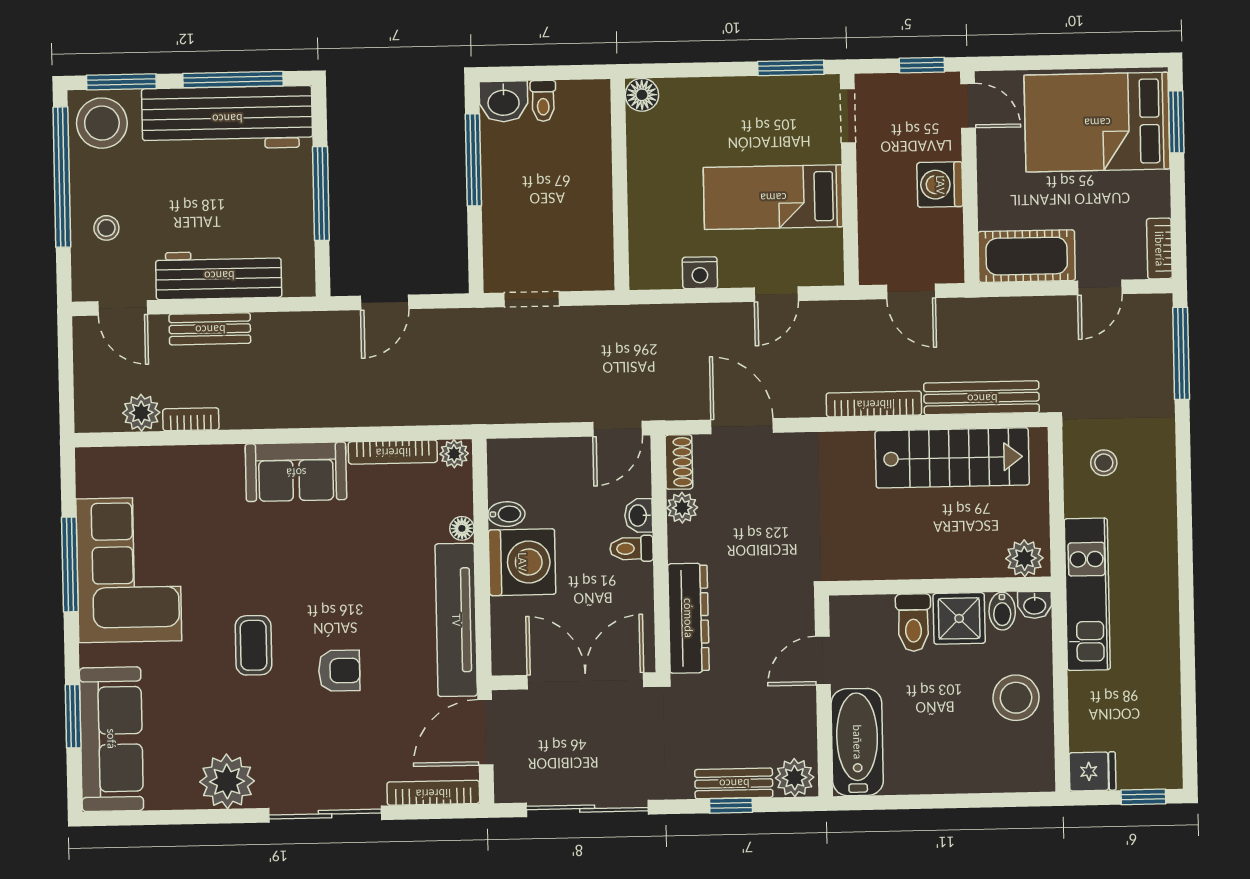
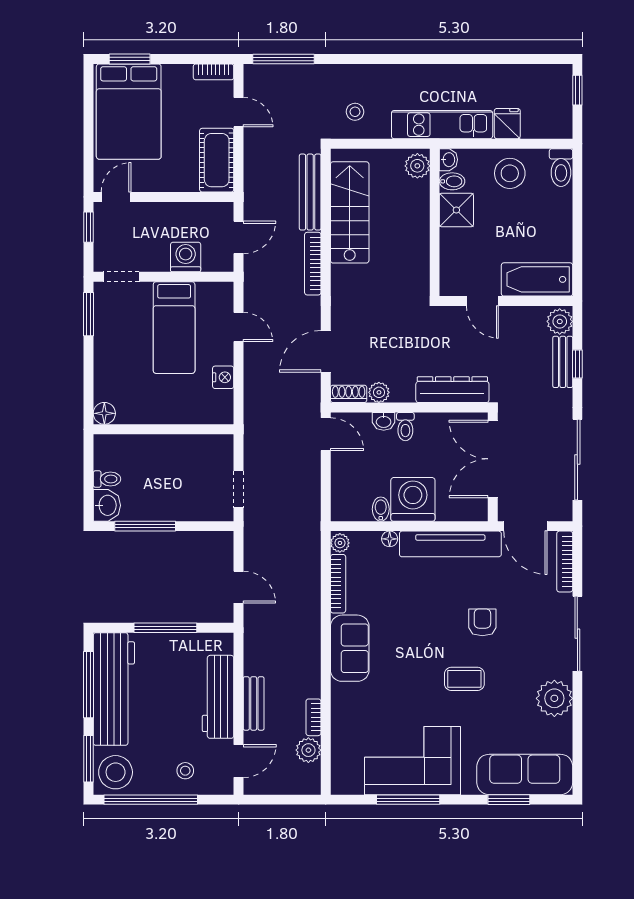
washing machine: (940, 185) -> (186, 257), moved, turned 180
toilet: (913, 623) -> (561, 168), moved, turned 90
fridge: (1093, 771) -> (507, 124), moved

